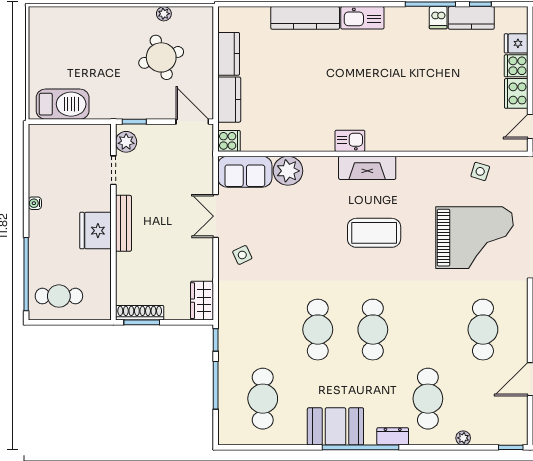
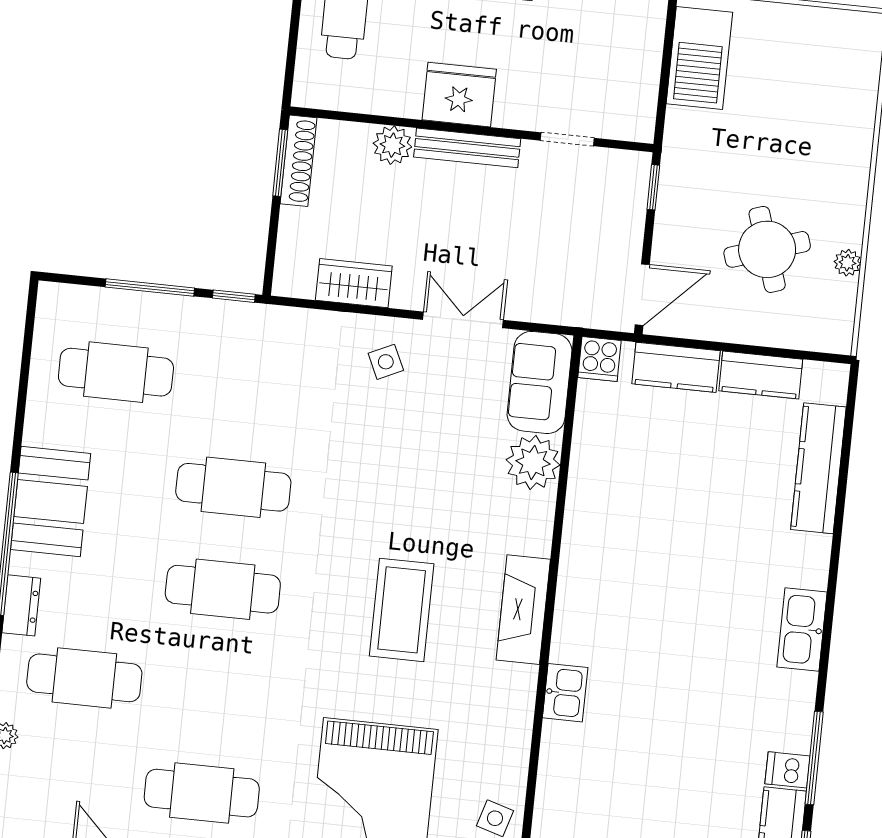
kitchen counter: (305, 18) -> (818, 468), moved
kitchen sink: (350, 141) -> (565, 693), moved
plant: (126, 142) -> (392, 145), moved
wardrobe: (202, 301) -> (354, 283), moved

